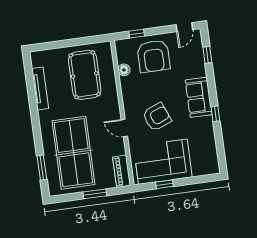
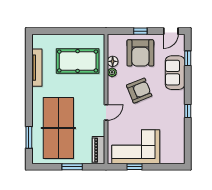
window: (137, 34) -> (140, 31), moved
pool table: (85, 75) -> (78, 61), turned 90
plant: (125, 82) -> (112, 72), added
sofa: (199, 97) -> (175, 73), moved
armchair: (157, 117) -> (139, 91), moved
door: (124, 128) -> (106, 112), swing flipped

